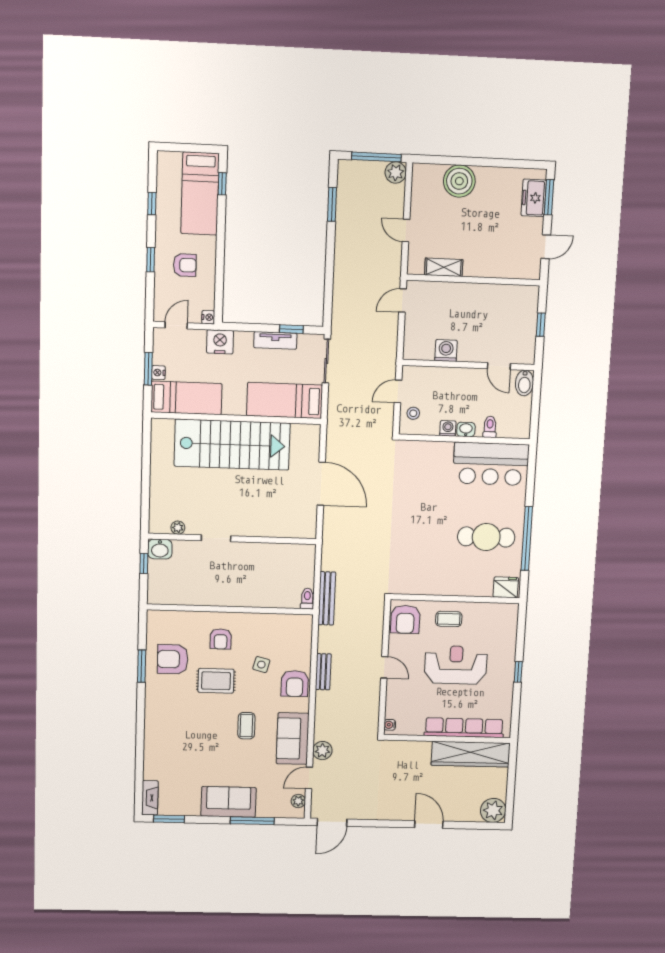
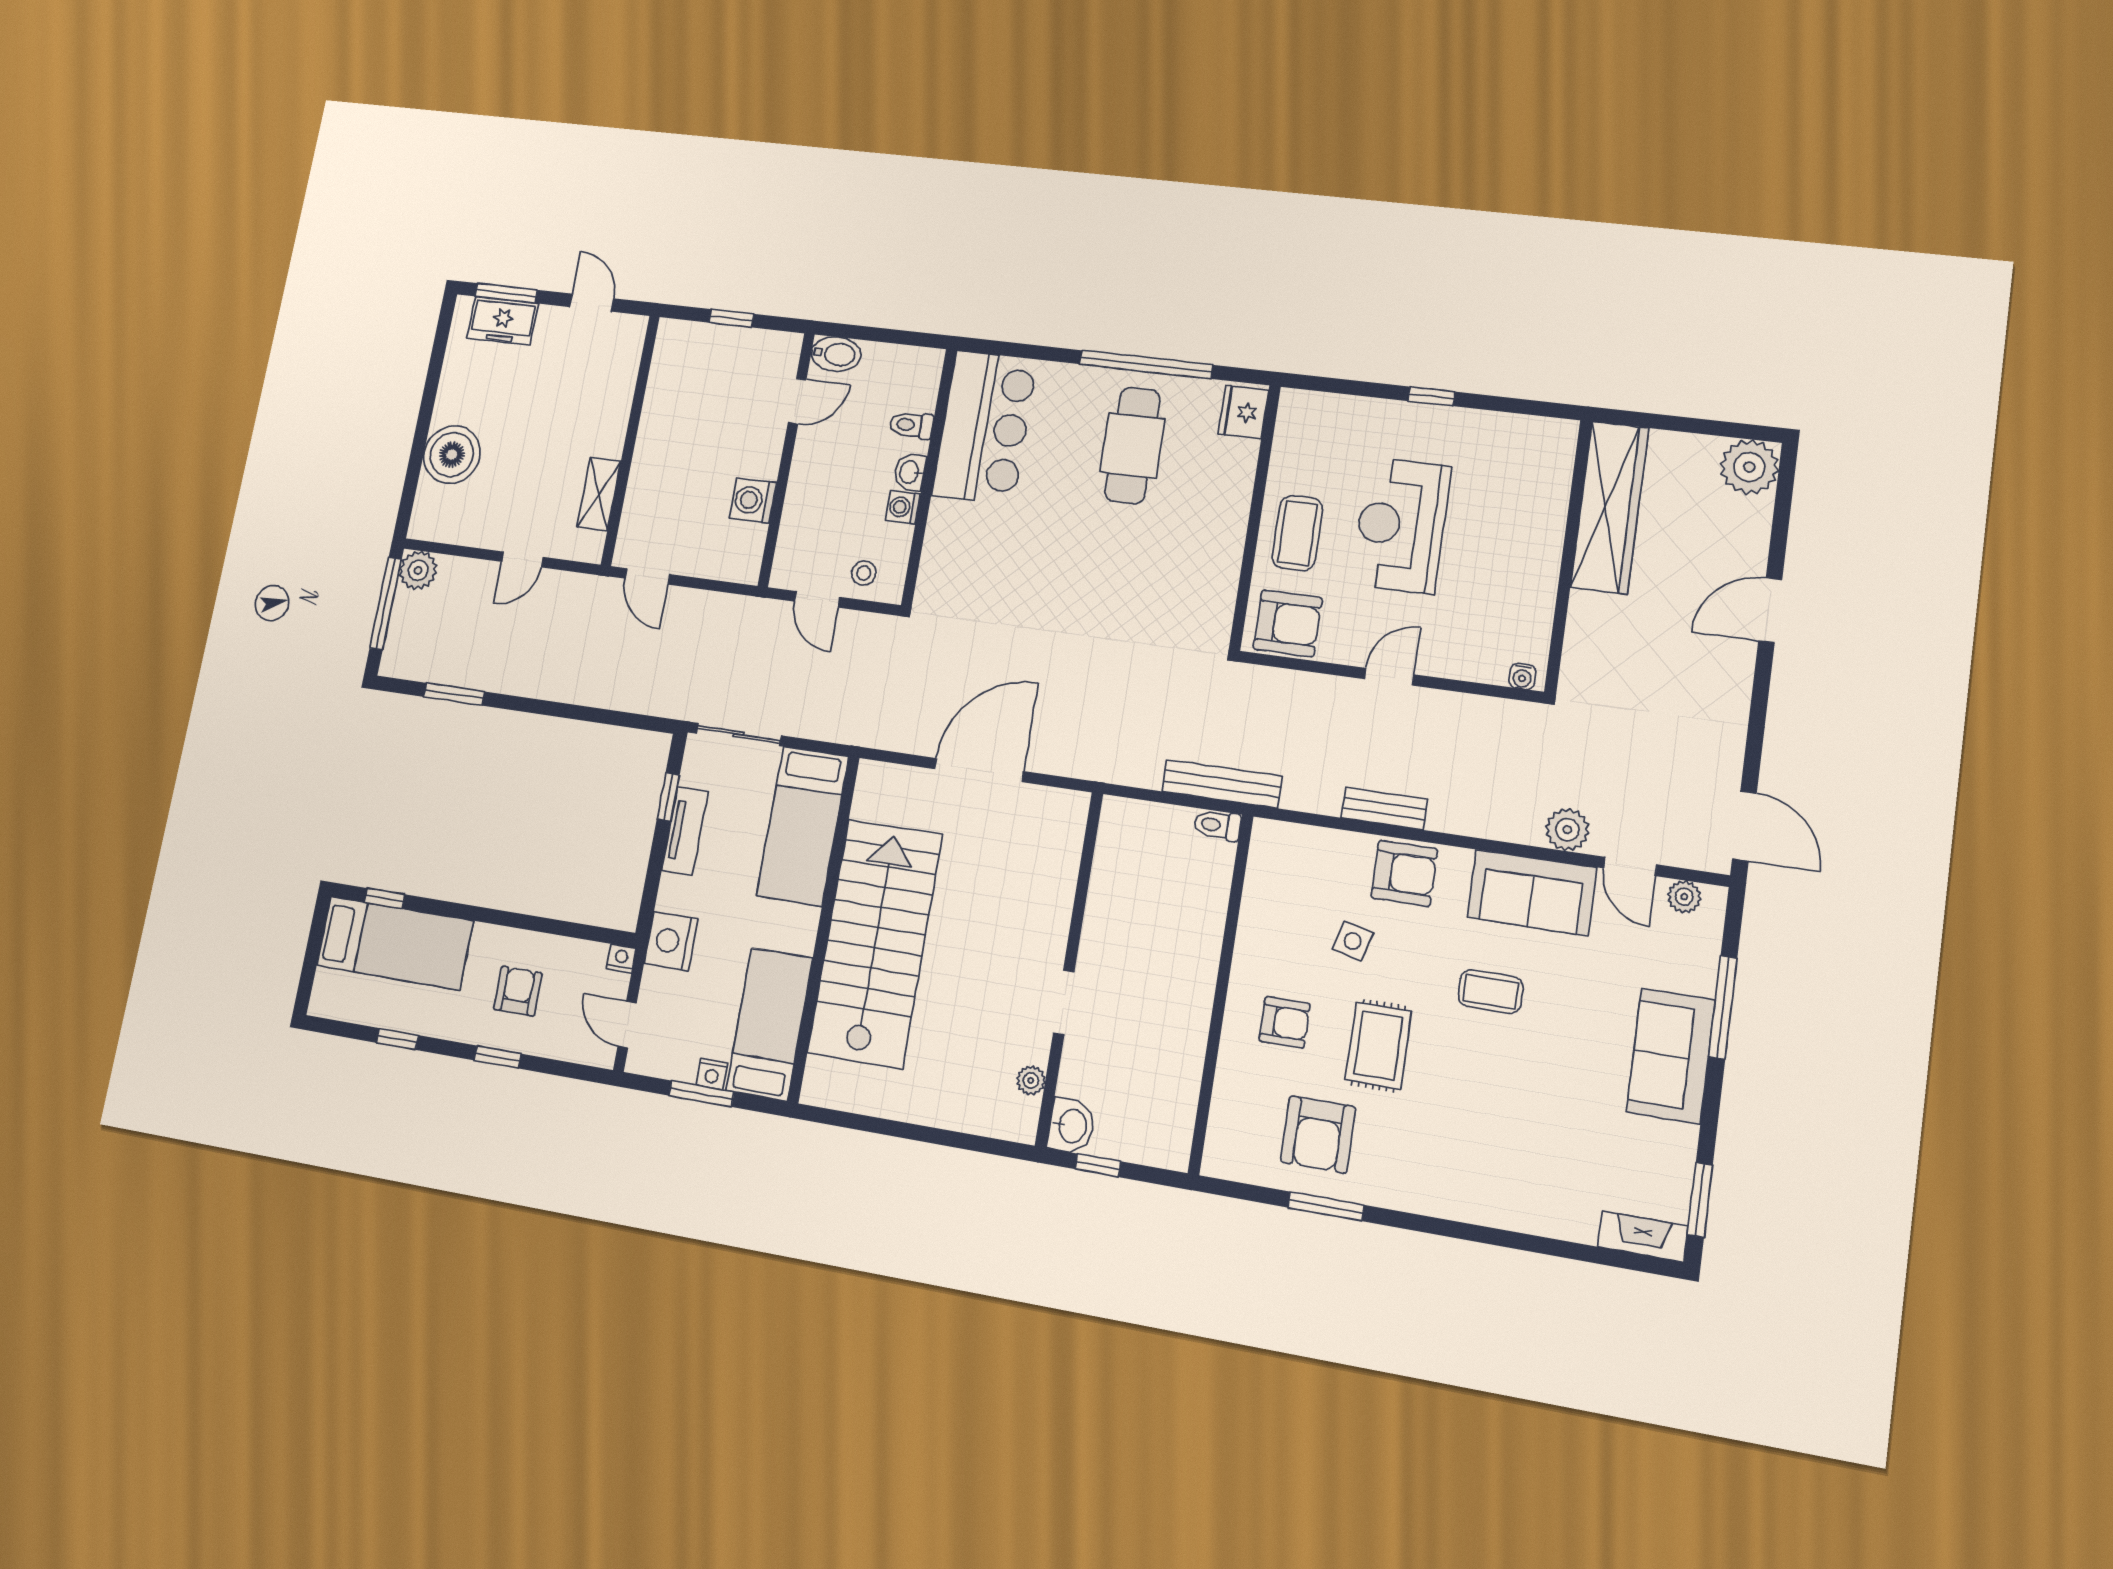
coffee table: (449, 619) -> (1297, 533), width x1.36, depth x1.30
row of seats: (464, 728) -> (1546, 517), removed

